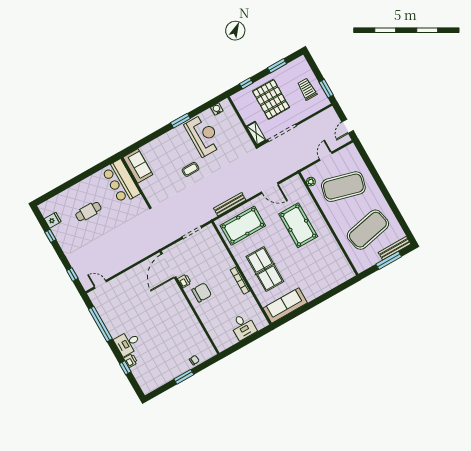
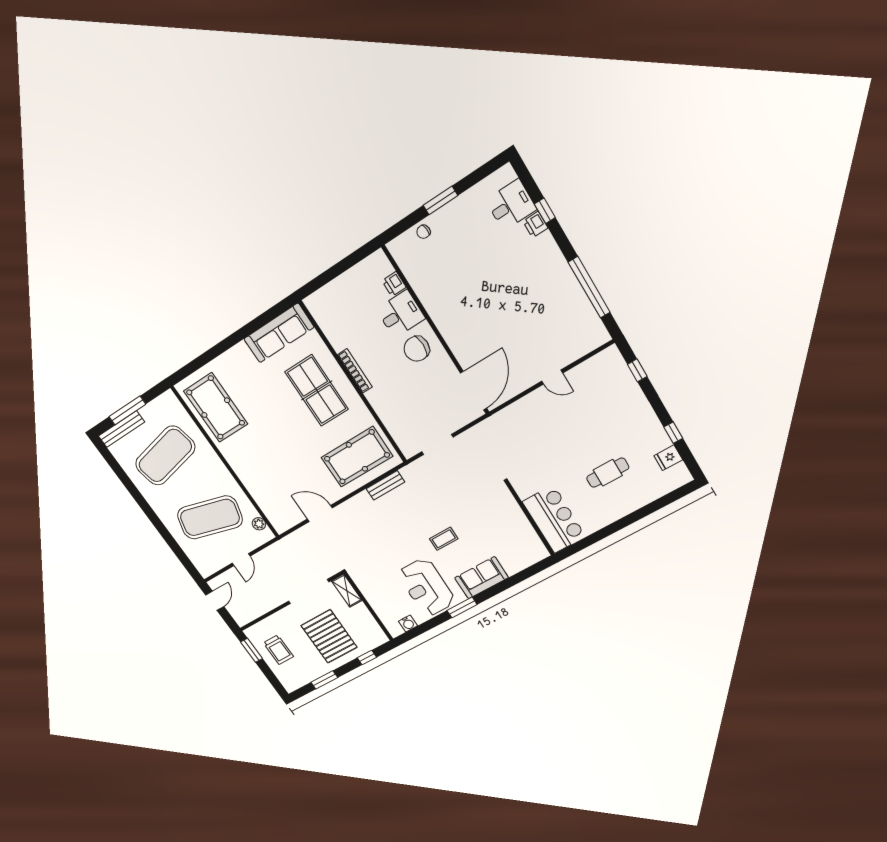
sofa: (138, 166) -> (481, 578), moved, turned 90
bench: (230, 204) -> (385, 485), width x0.73
pool table: (298, 225) -> (216, 408), moved
printer: (184, 281) -> (394, 284), moved
door: (100, 284) -> (552, 377), moved
desk: (243, 327) -> (401, 314), moved, turned 90
desk: (128, 343) -> (511, 205), moved

